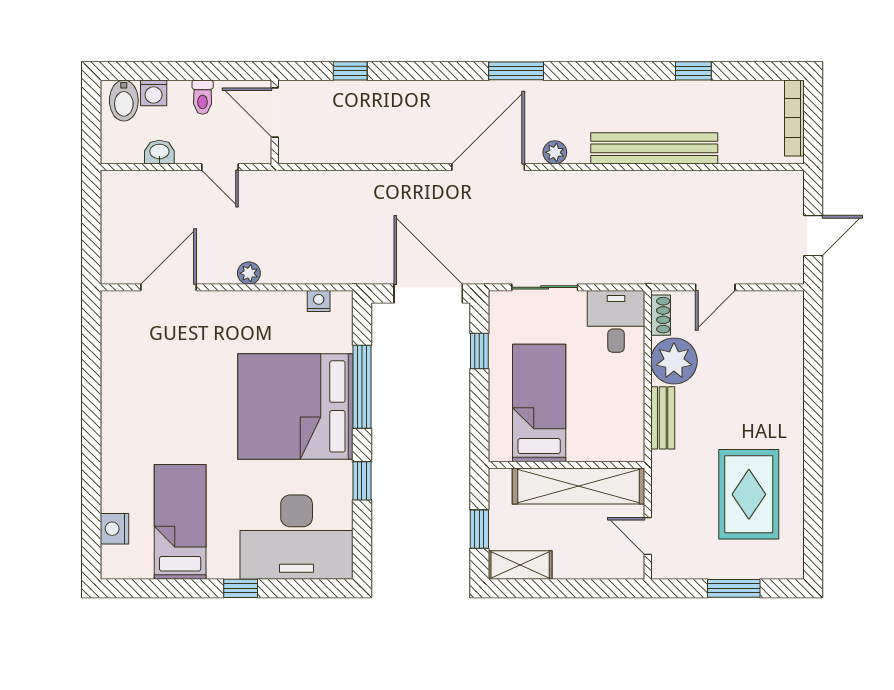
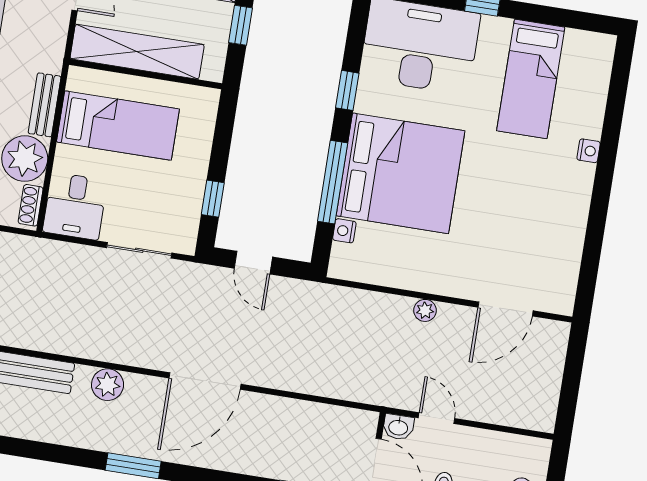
washbasin: (159, 152) -> (398, 427), moved
plant: (555, 152) -> (108, 385), width x1.38, depth x1.38
door: (488, 167) -> (205, 381), moved
door: (428, 293) -> (253, 263), width x0.53
nightstand: (319, 301) -> (344, 231), moved, turned 90
bed: (539, 403) -> (118, 126), moved, turned -90
nightstand: (114, 529) -> (589, 151), moved, width x0.72, depth x0.74

